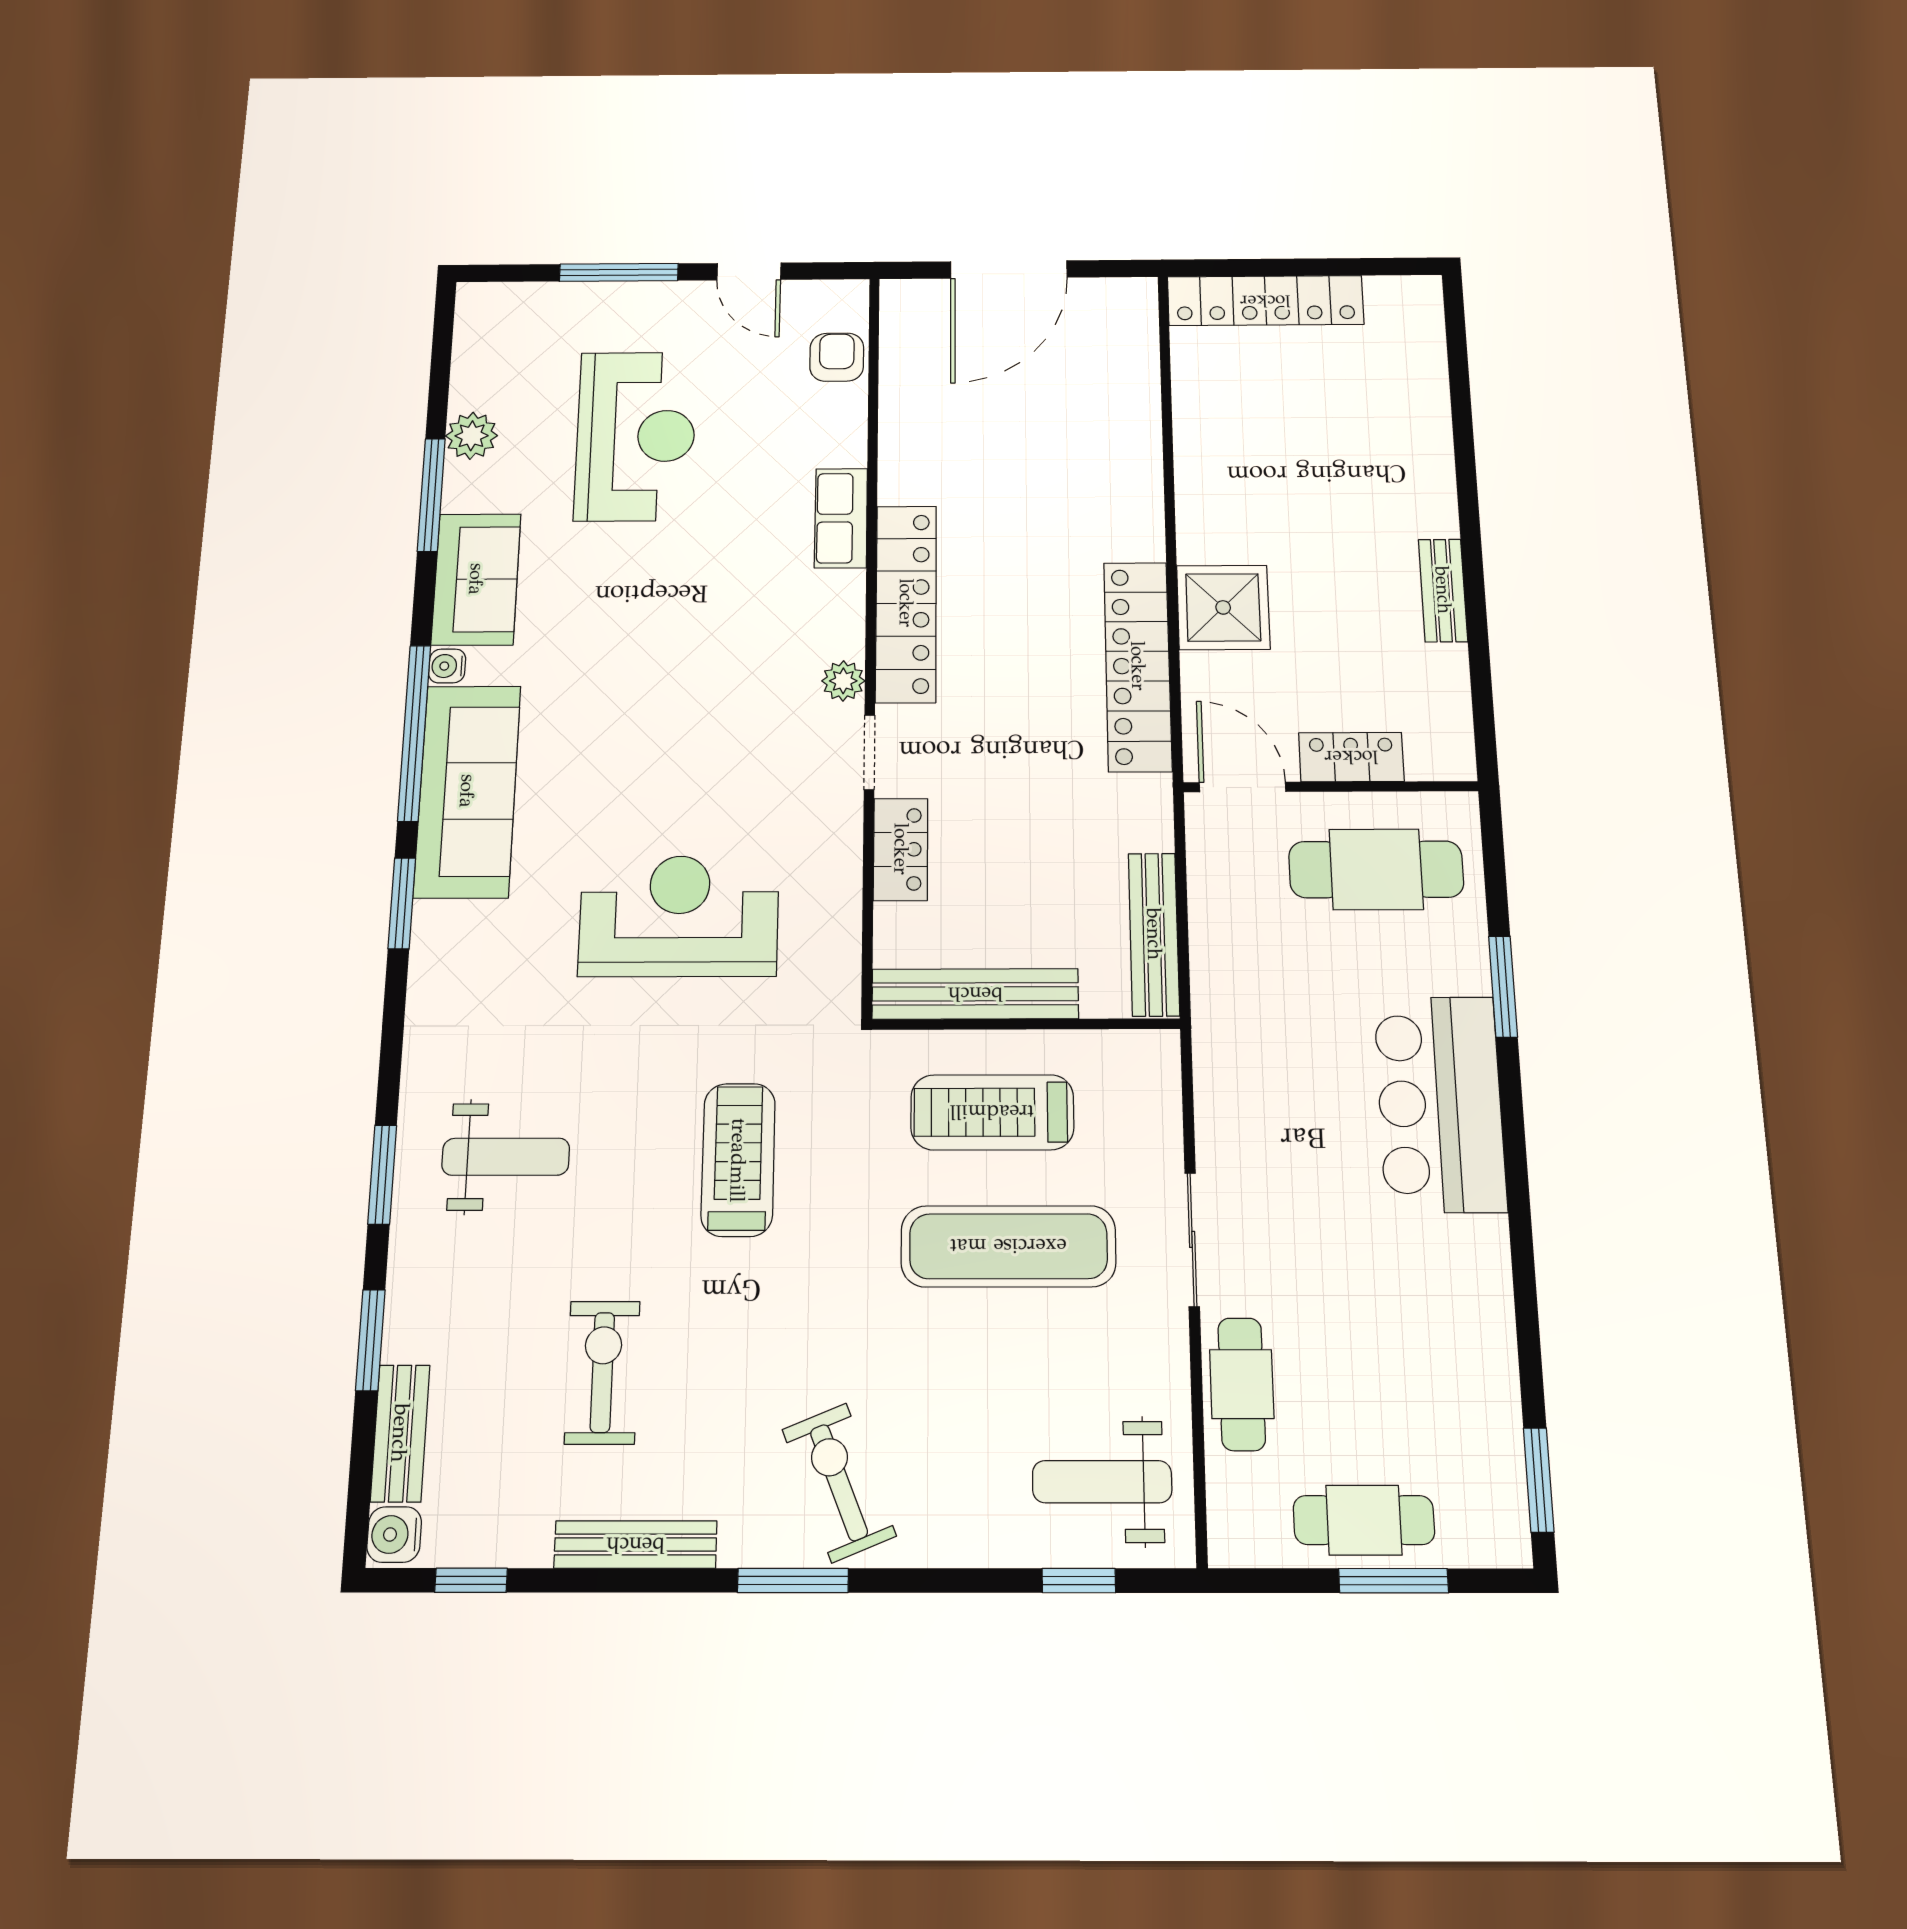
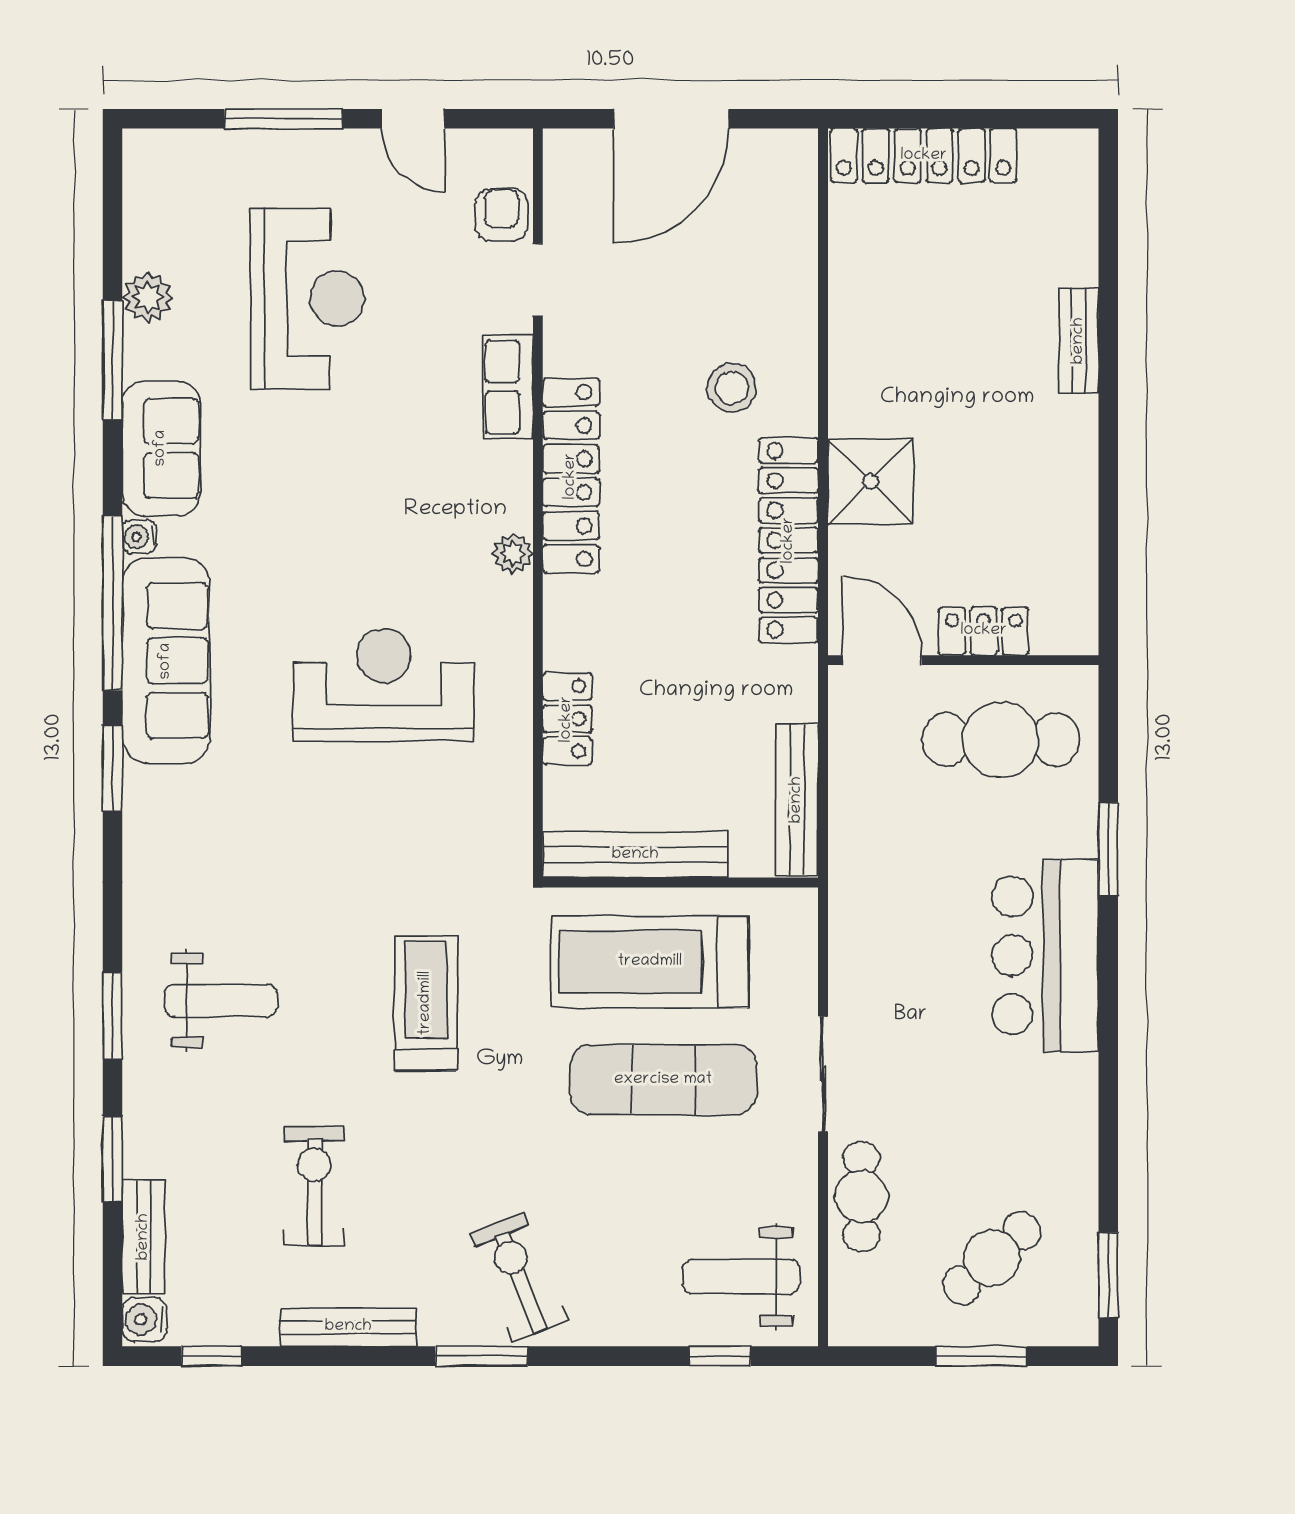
stool: (1074, 518) -> (732, 388), added
bench: (1443, 590) -> (1079, 341), moved
doorway: (869, 752) -> (538, 280), moved
reception desk: (679, 916) -> (384, 685), moved
treadmill: (992, 1112) -> (650, 962), width x1.37, depth x1.38
cafe table: (1364, 1520) -> (992, 1258), moved, turned -42

